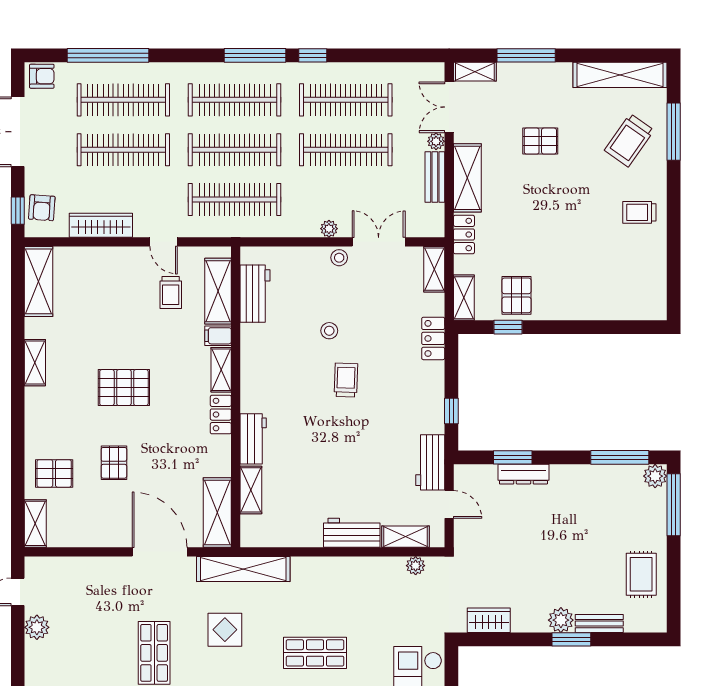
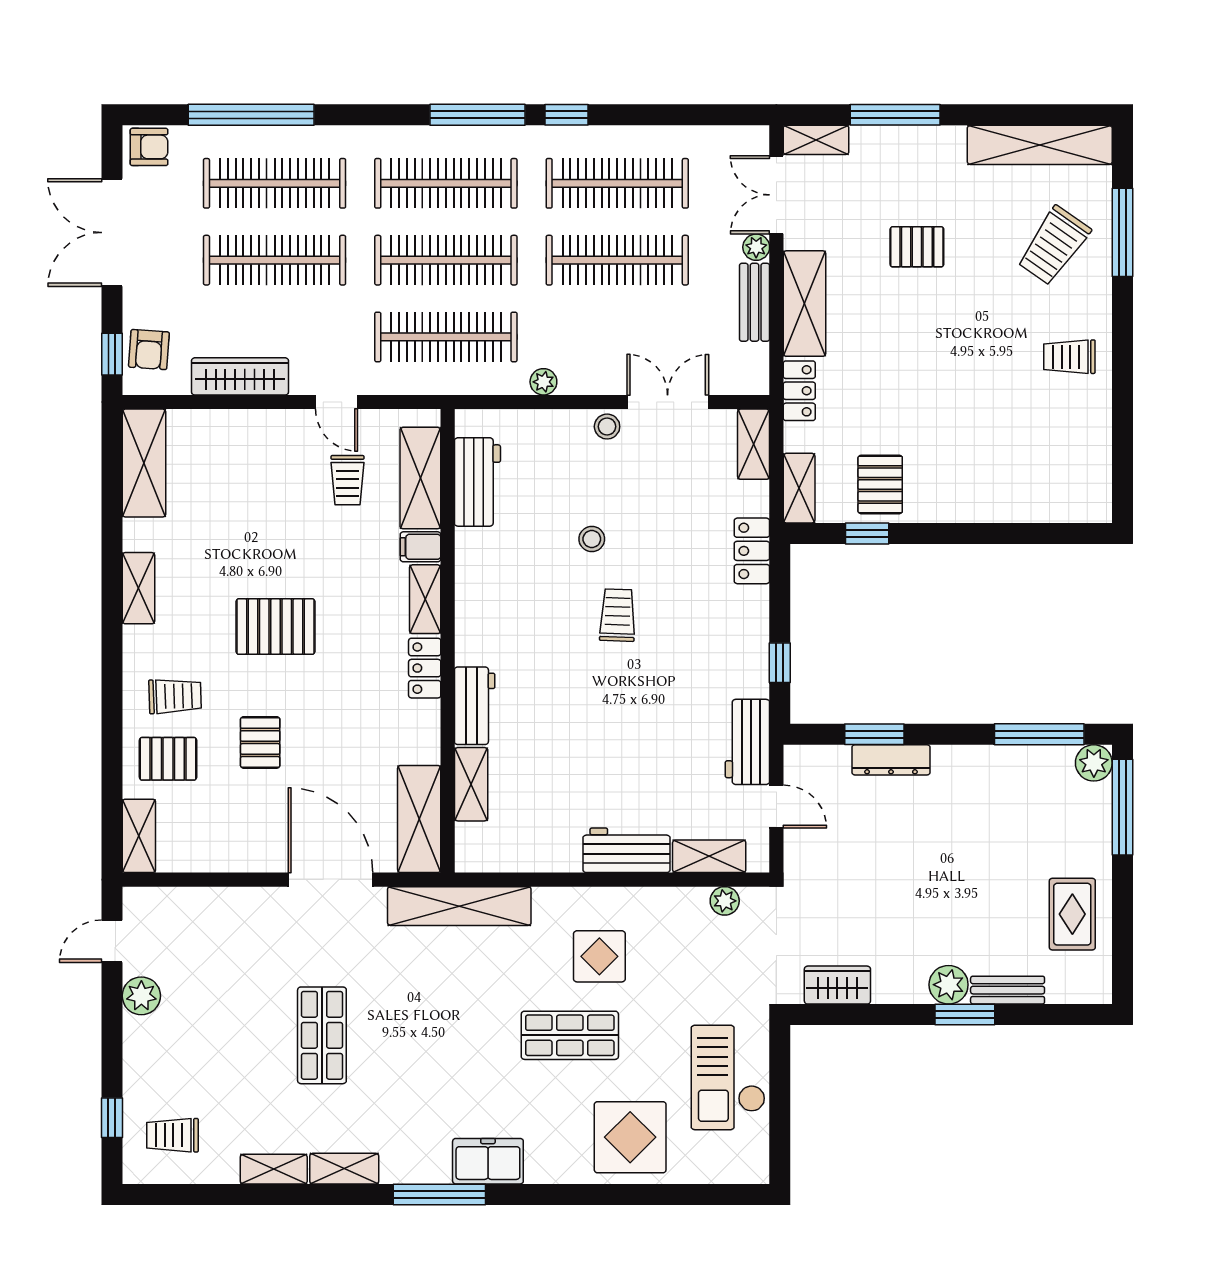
plant: (329, 229) -> (543, 382), moved
trolley: (59, 433) -> (175, 696), added
display table: (225, 630) -> (599, 956), moved

